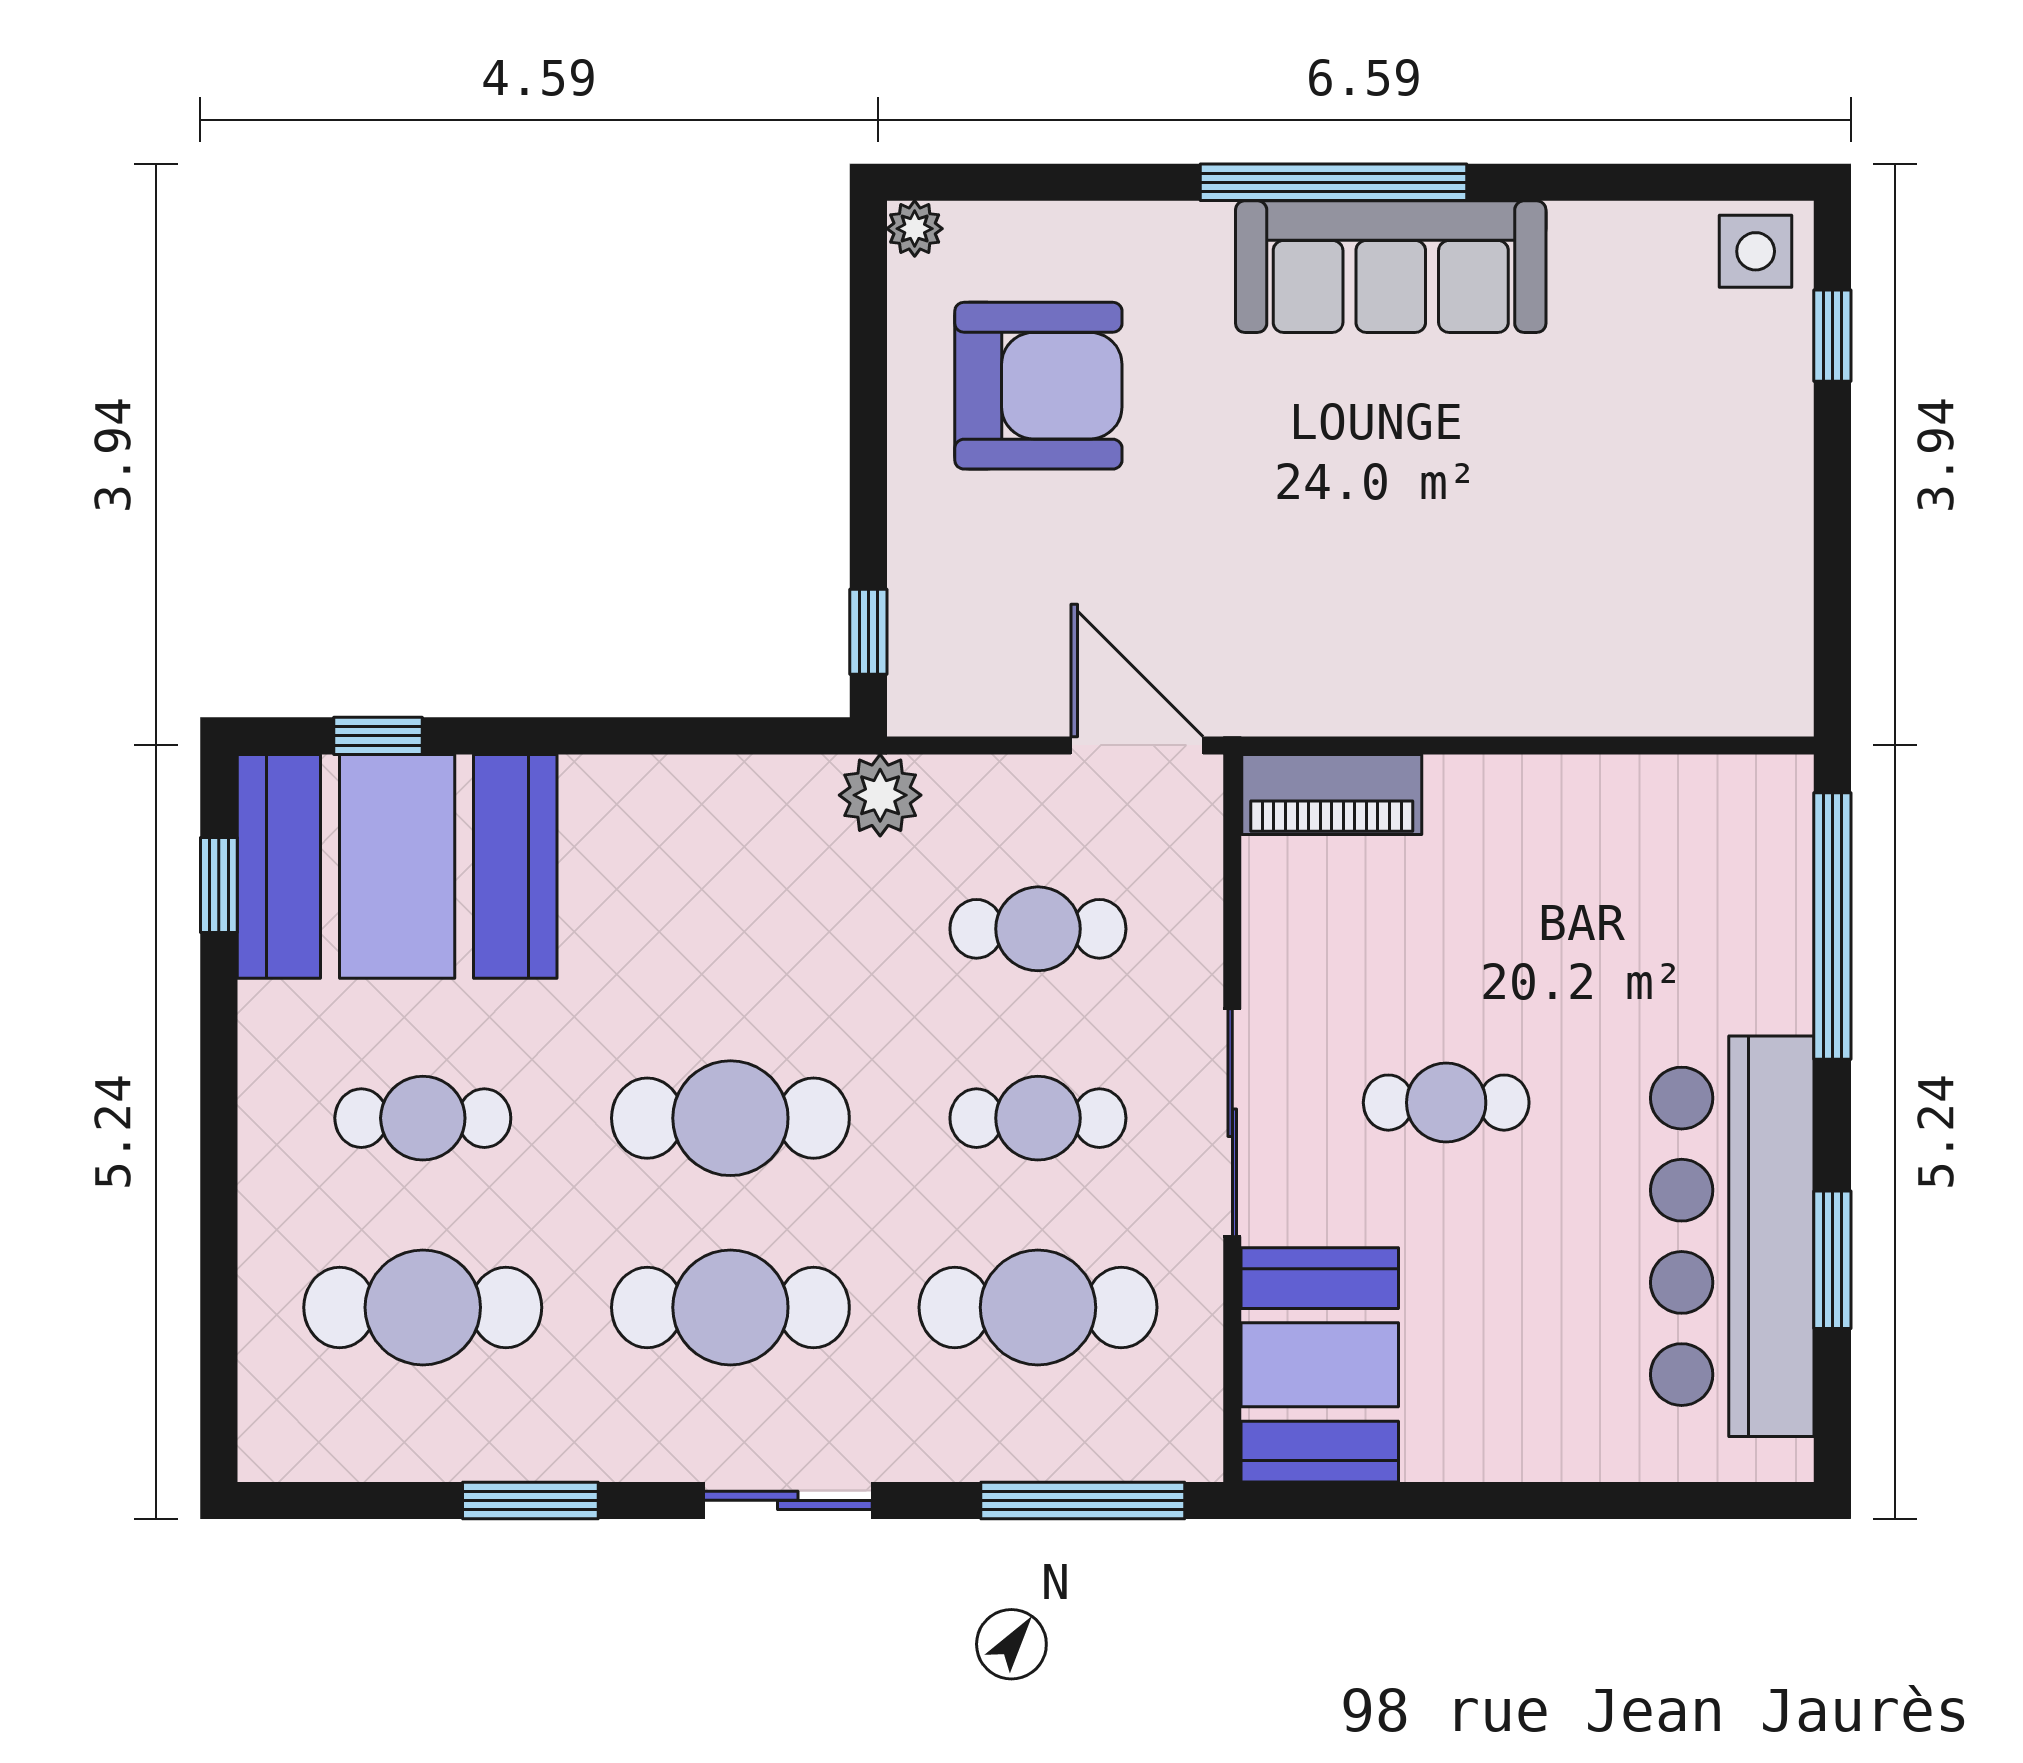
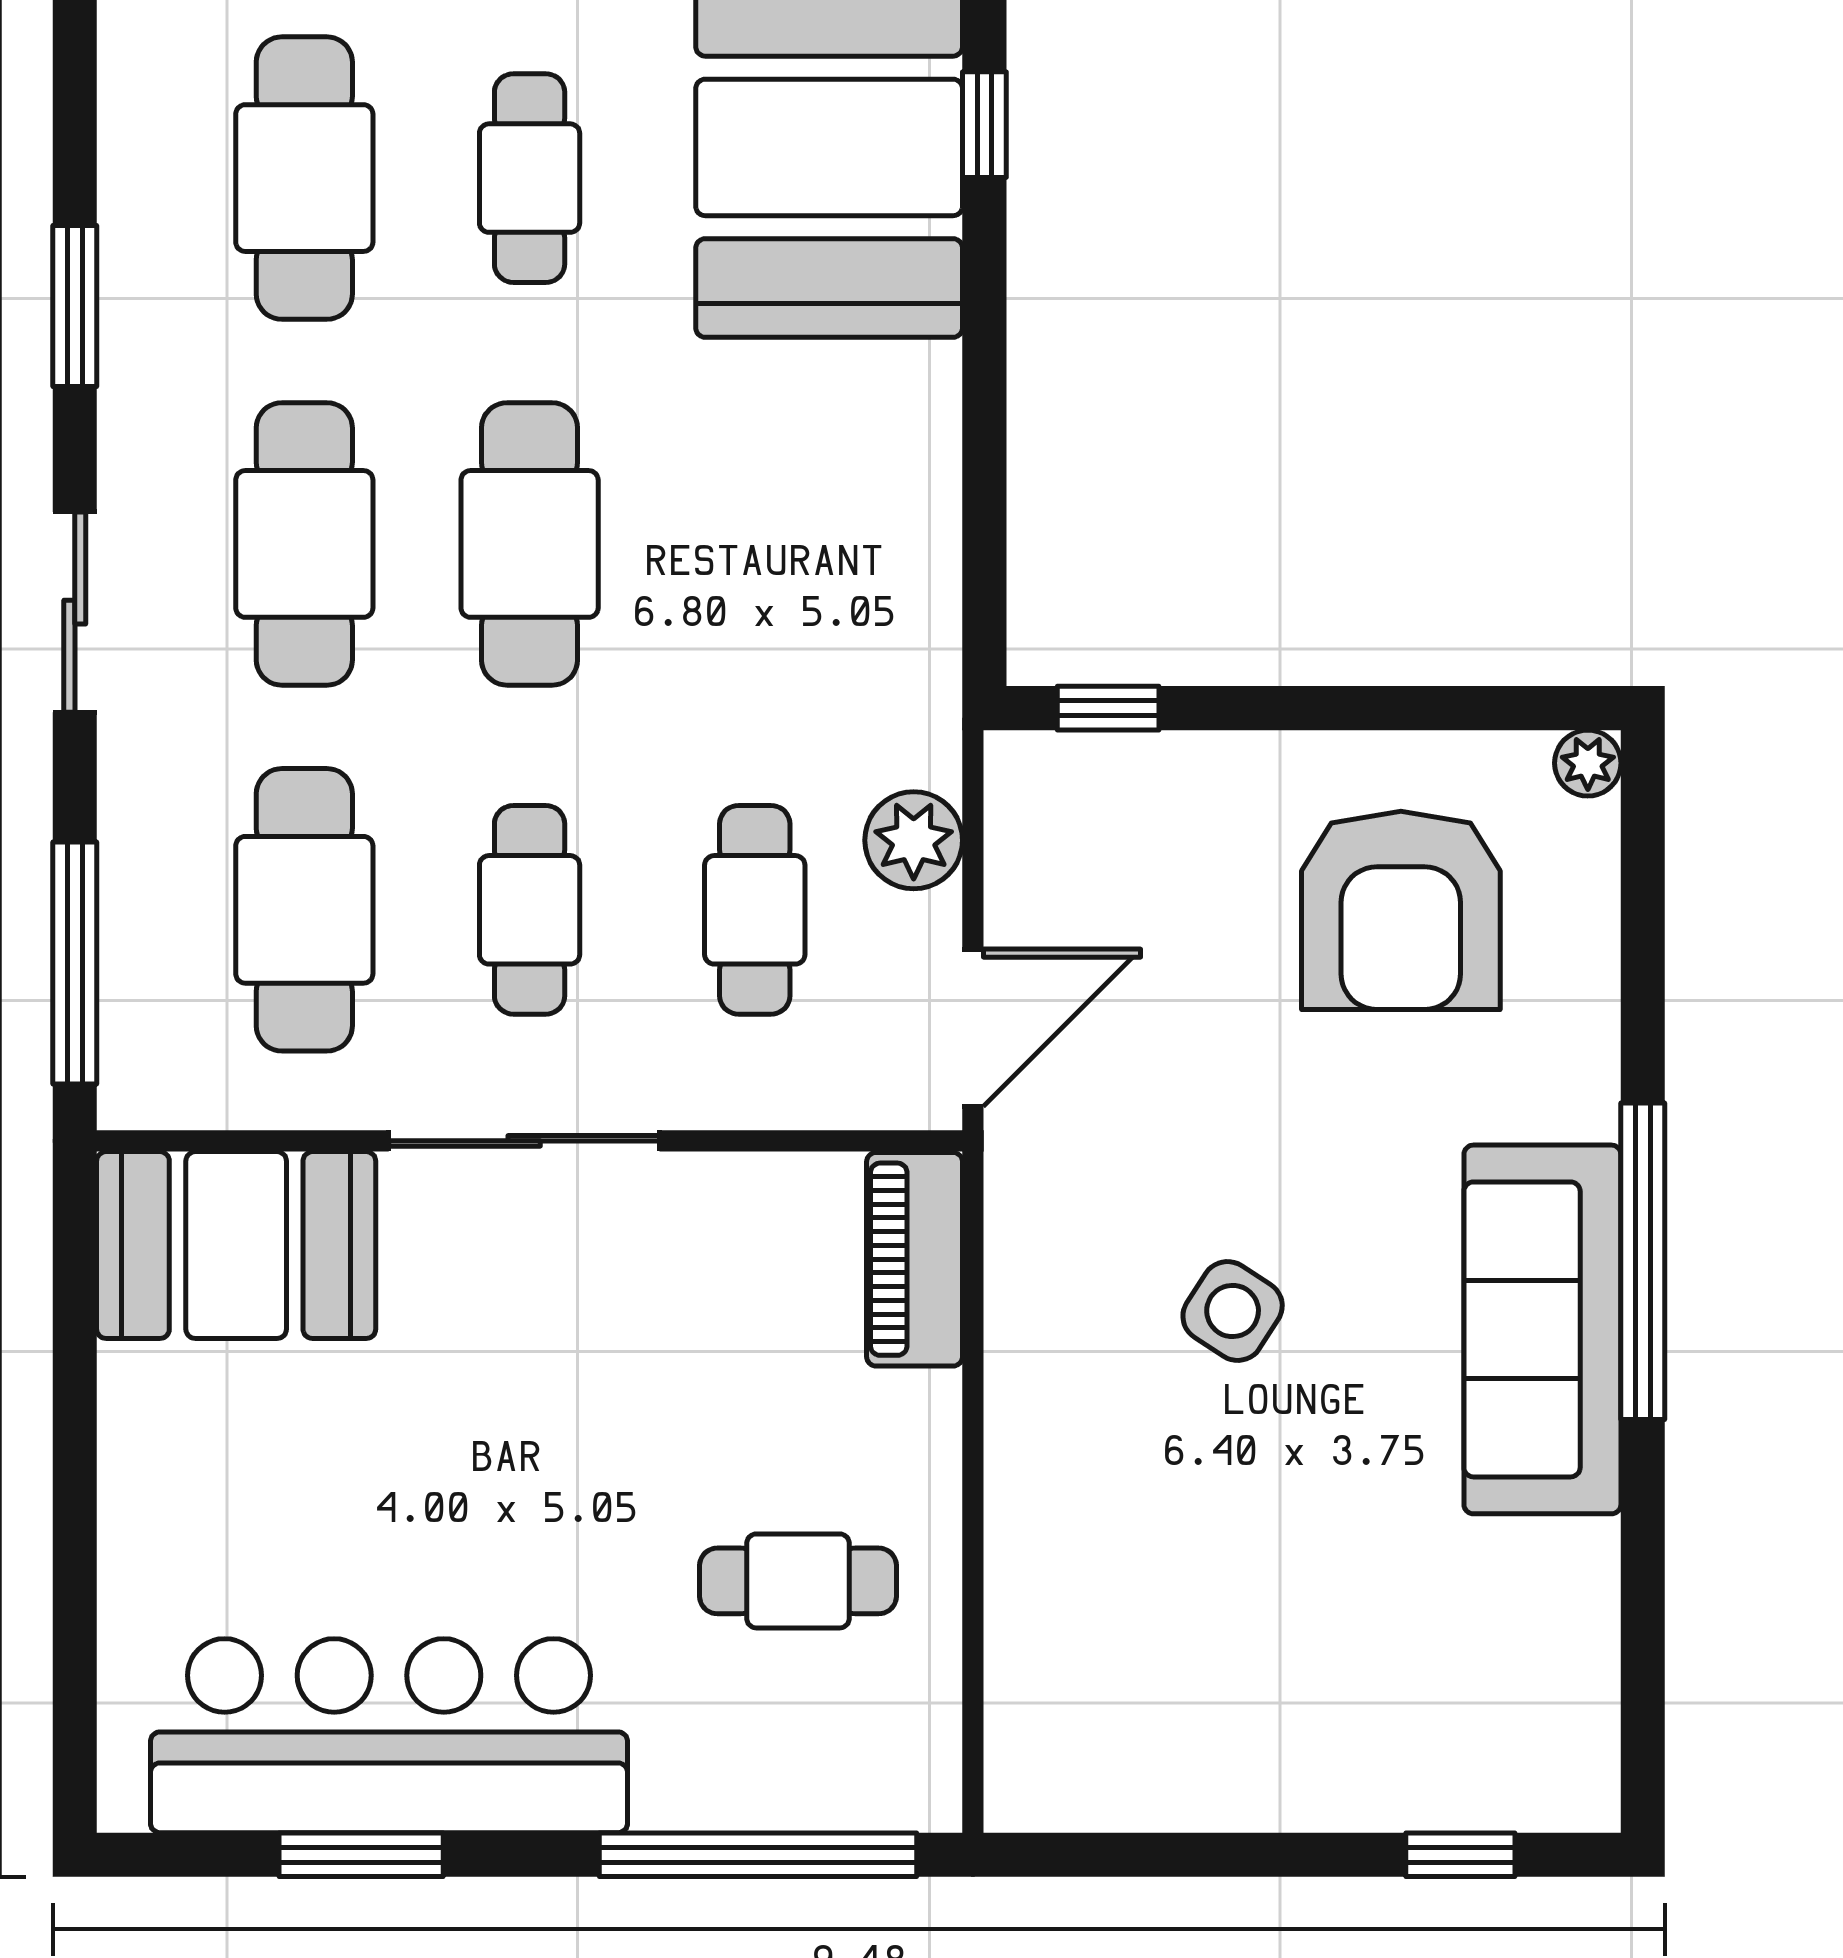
side table: (1756, 251) -> (1233, 1311), moved, turned 33
plant: (880, 795) -> (914, 840), moved
cafe table: (1446, 1103) -> (798, 1581), moved, turned 90

